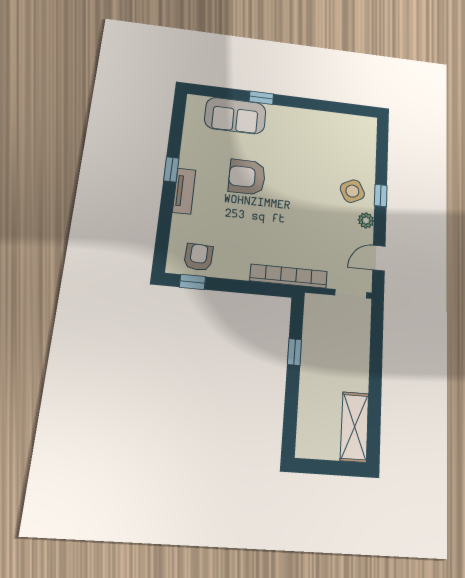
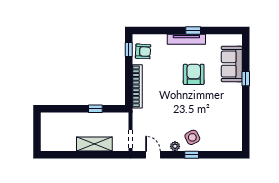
tv unit: (184, 191) -> (186, 39), width x1.41
bookcase: (289, 276) -> (137, 86), moved
shelving: (355, 427) -> (94, 144), moved

